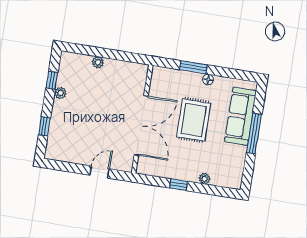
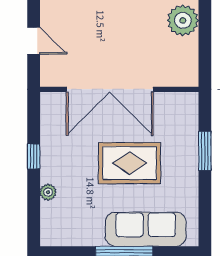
plant: (98, 62) -> (183, 20), width x1.88, depth x1.88
floor lamp: (208, 80) -> (191, 174), removed

